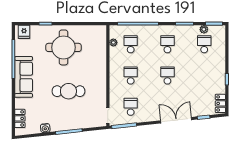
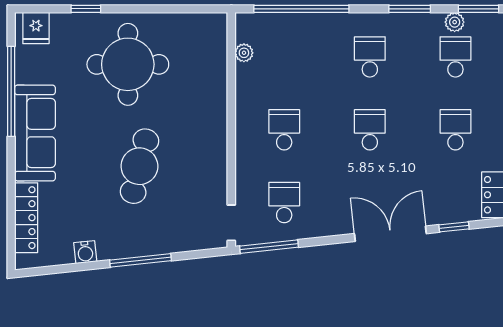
school desk: (131, 44) -> (455, 130), moved
cafe table: (68, 91) -> (139, 166), turned -76
locker: (20, 118) -> (26, 218), width x1.53

